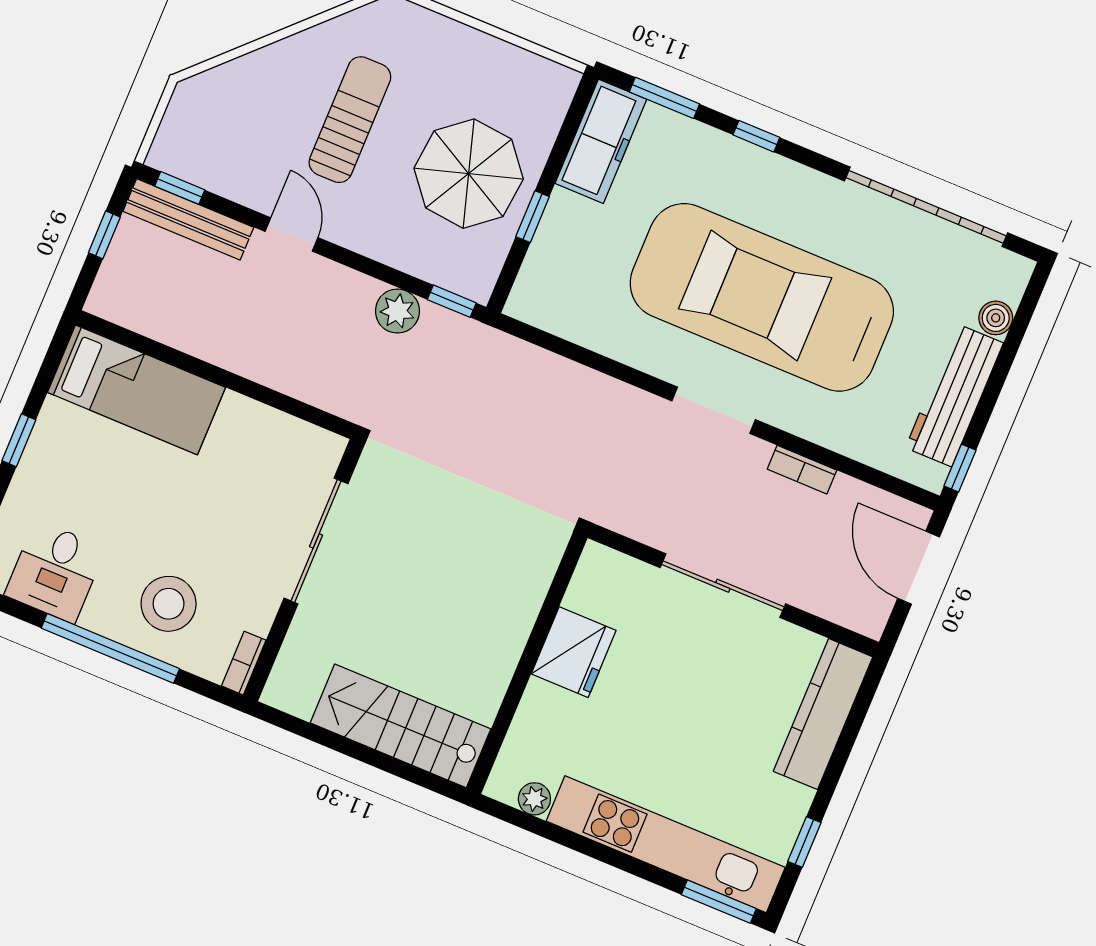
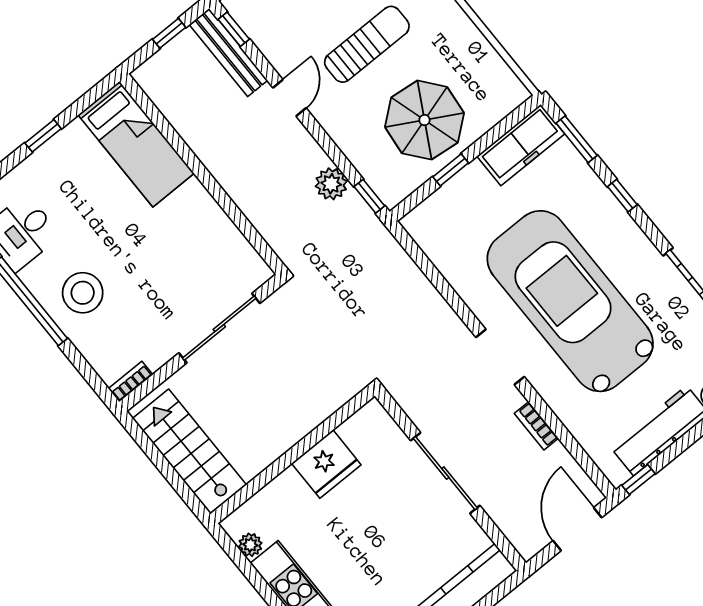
sliding door: (316, 541) -> (219, 328), moved
wall: (304, 570) -> (201, 343), moved
bookcase: (244, 663) -> (131, 382), moved

